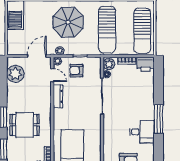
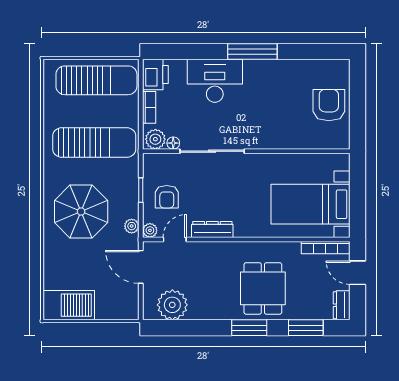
desk: (142, 132) -> (215, 81), moved, width x1.37

